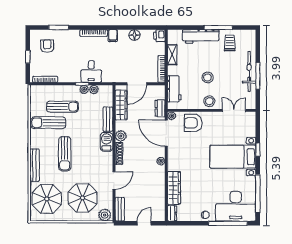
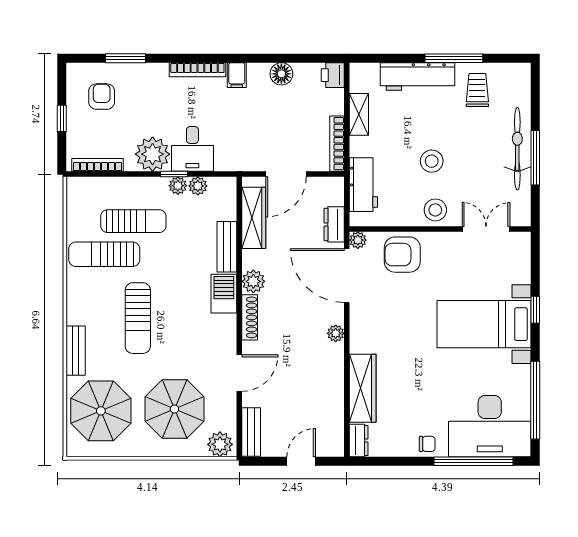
plant: (72, 74) -> (153, 154), added
bench: (34, 165) -> (76, 351), width x0.73

